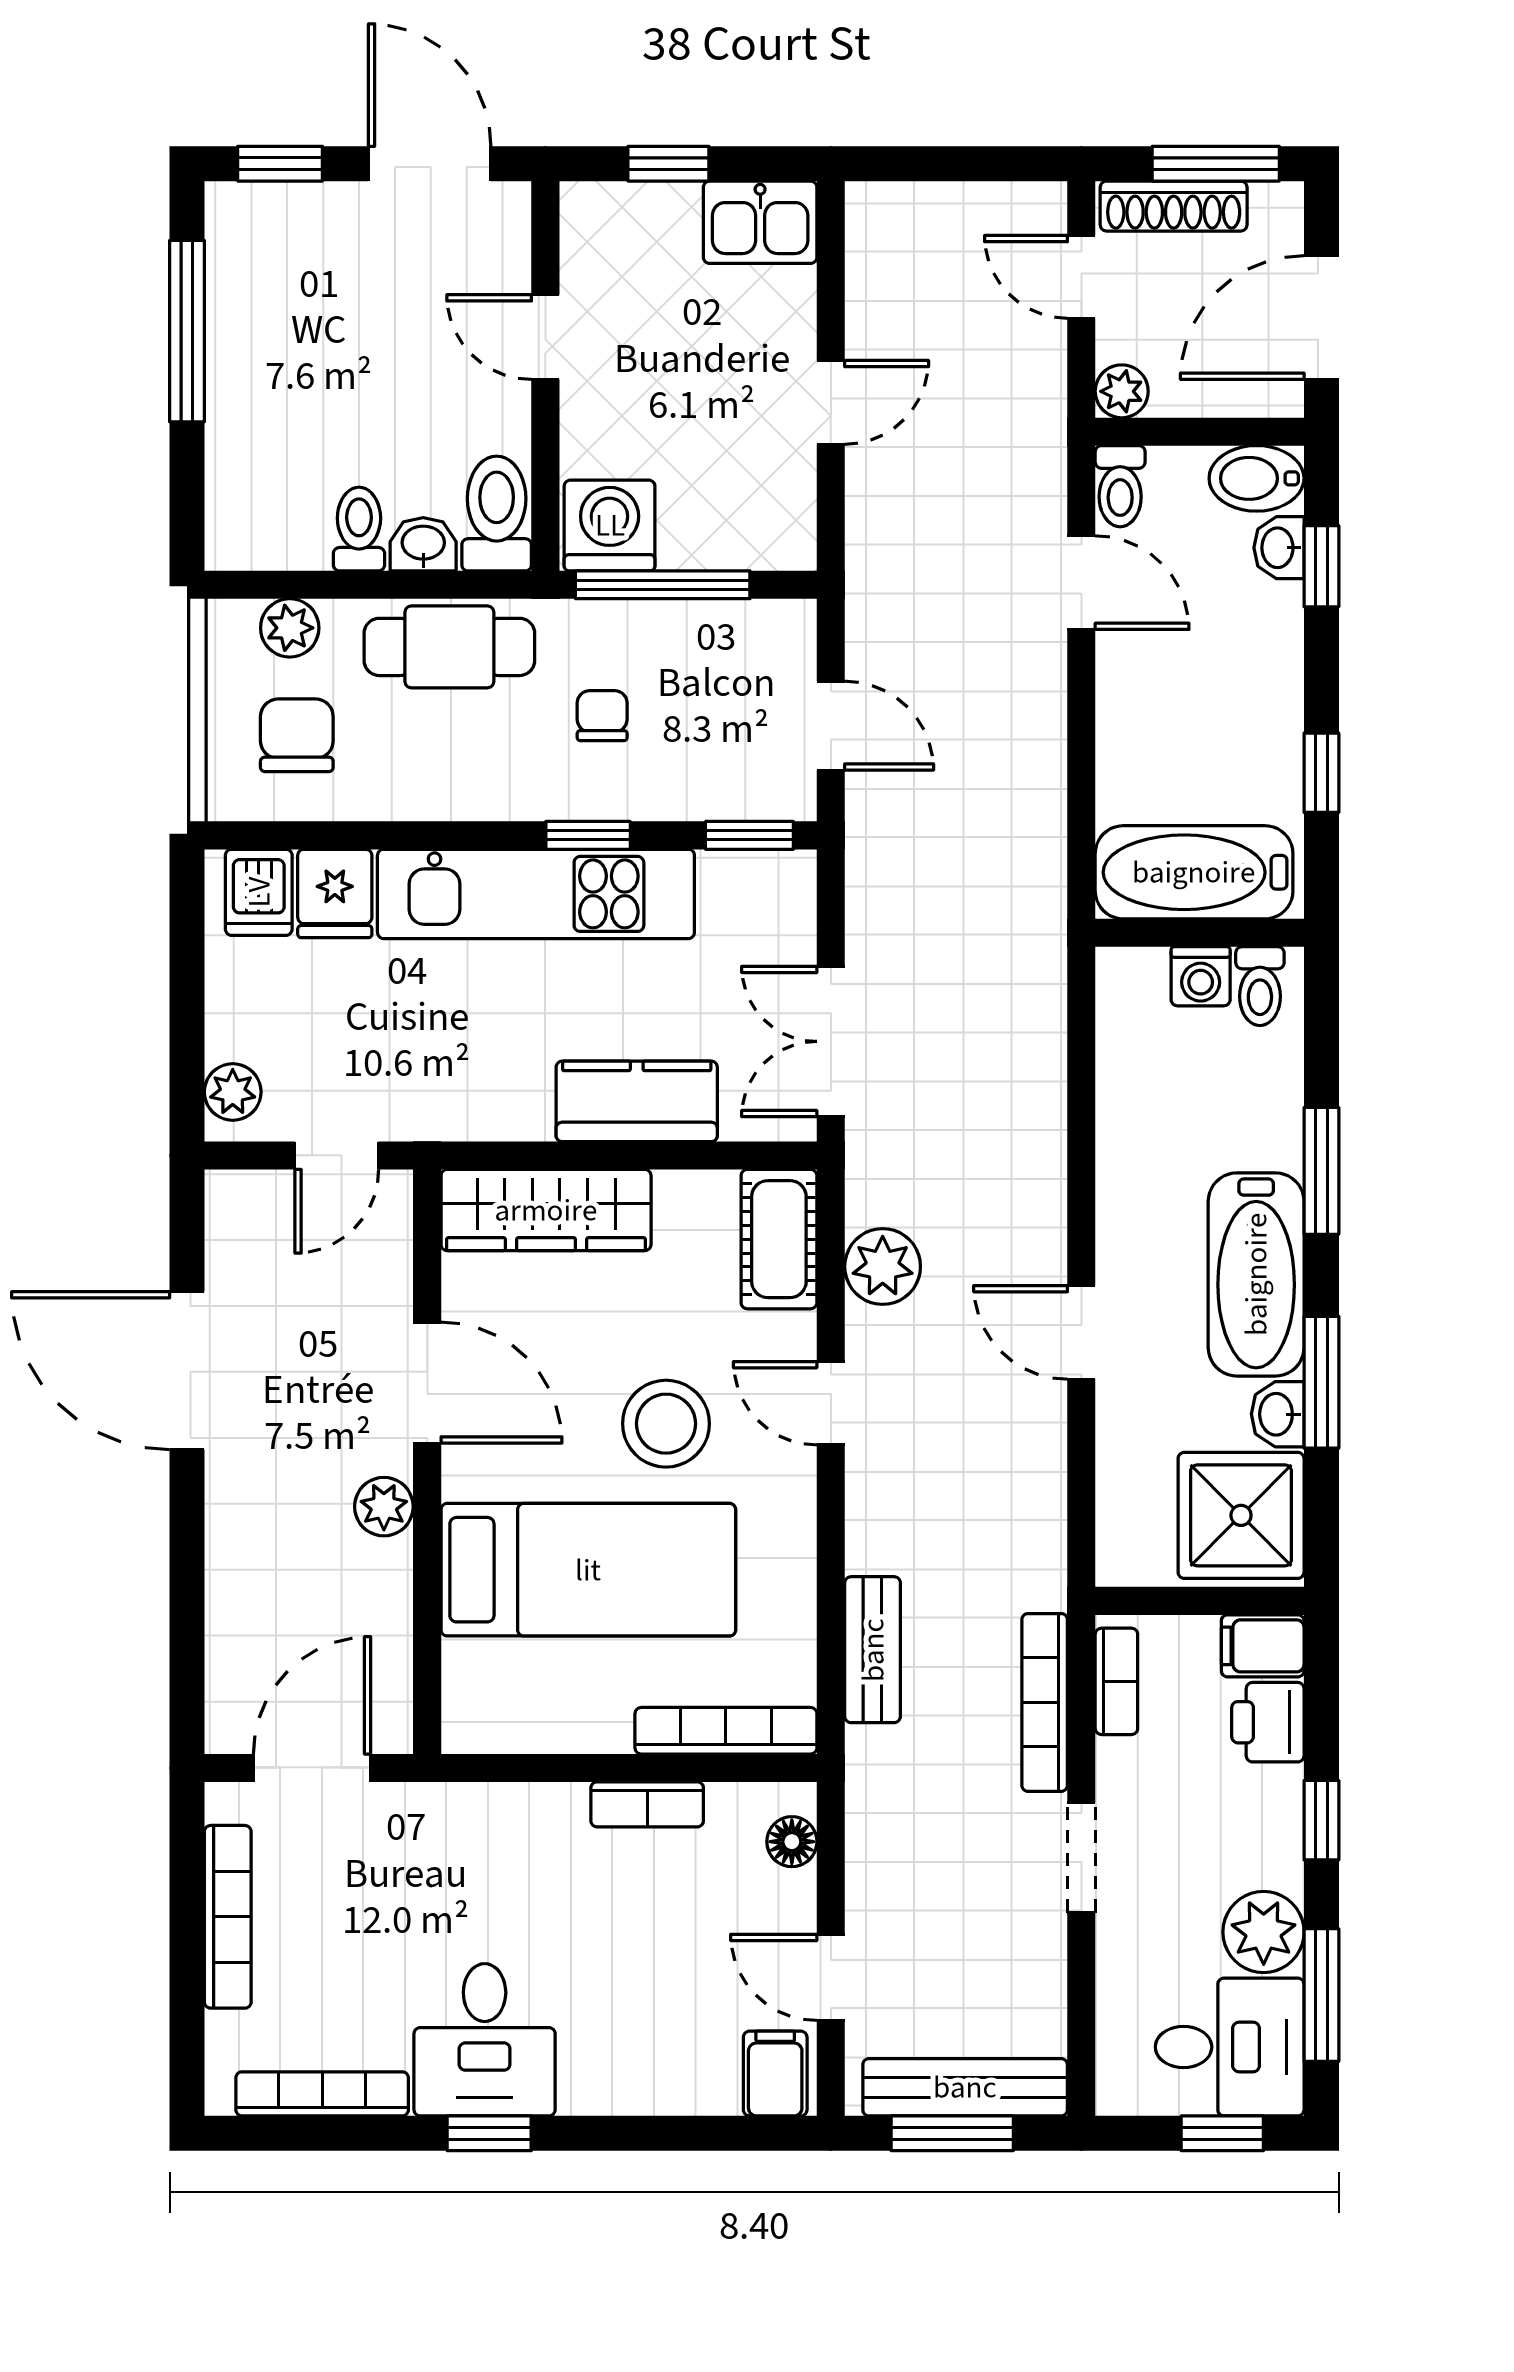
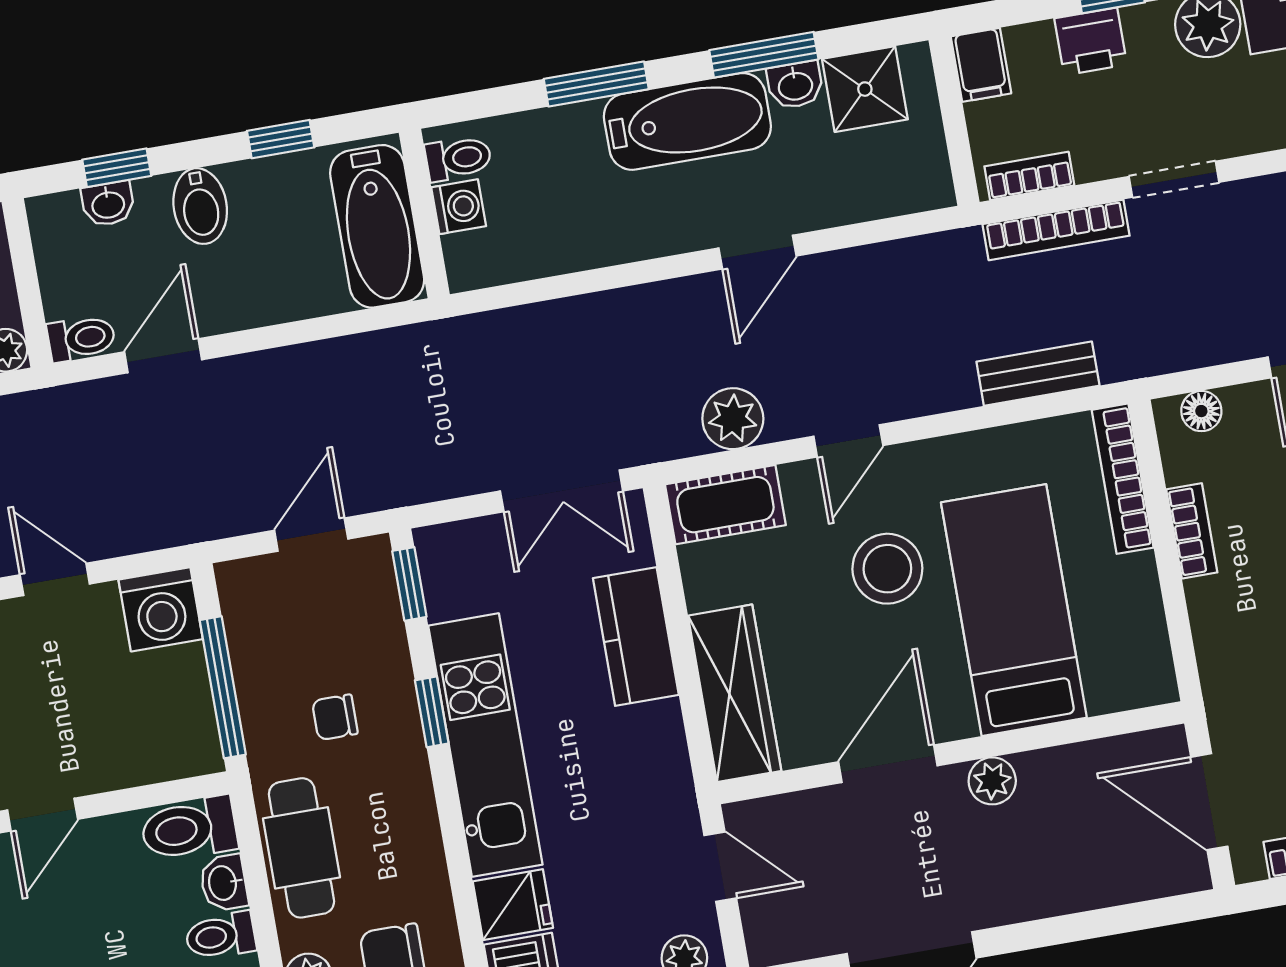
bidet: (1257, 478) -> (200, 206), moved
washing machine: (610, 525) -> (161, 609), moved, turned -90
shower: (1241, 1515) -> (865, 89), width x0.73, depth x0.73
printer: (1268, 1722) -> (1091, 41), moved

